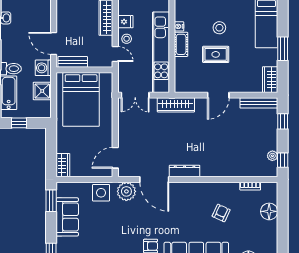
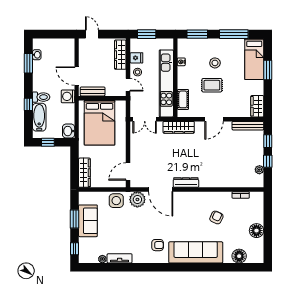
cot: (181, 44) -> (183, 99), moved
window: (283, 49) -> (268, 70), moved
shower: (42, 91) -> (67, 116), removed
washbasin: (44, 109) -> (69, 131), added
window: (283, 160) -> (268, 161), moved
wardrobe: (63, 165) -> (84, 173), width x1.50
window: (51, 201) -> (75, 219), moved
floor lamp: (269, 211) -> (256, 231), moved

